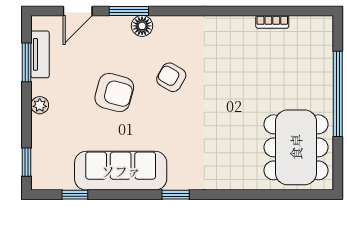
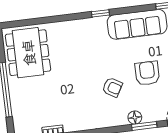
armchair: (114, 93) -> (147, 73), turned 75

